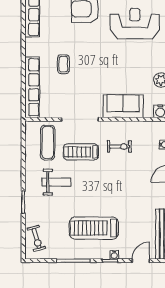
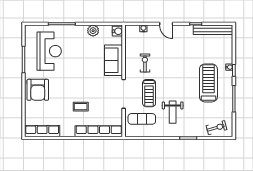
reception desk: (135, 24) -> (49, 51), turned 180
weight bench: (56, 182) -> (173, 112), turned 180
treadmill: (94, 228) -> (208, 83), turned 180
door: (141, 261) -> (234, 46), removed

